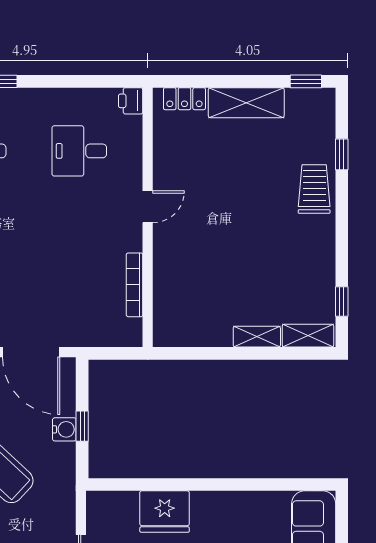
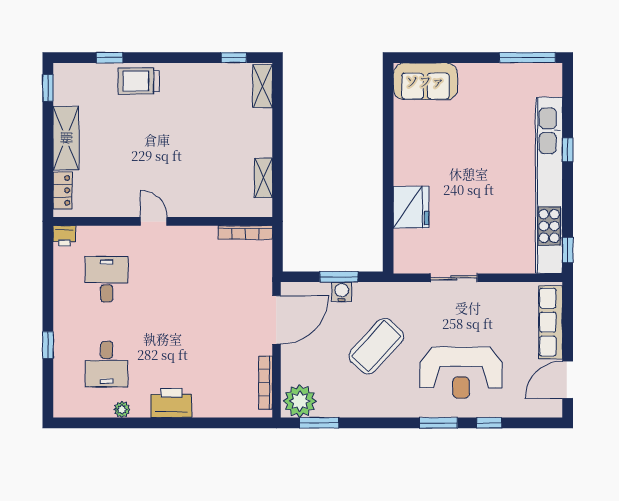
desk: (79, 151) -> (107, 279), turned 180
bookcase: (135, 285) -> (245, 233), moved
shelving: (257, 337) -> (263, 178), moved
window: (82, 426) -> (339, 277), width x1.50

